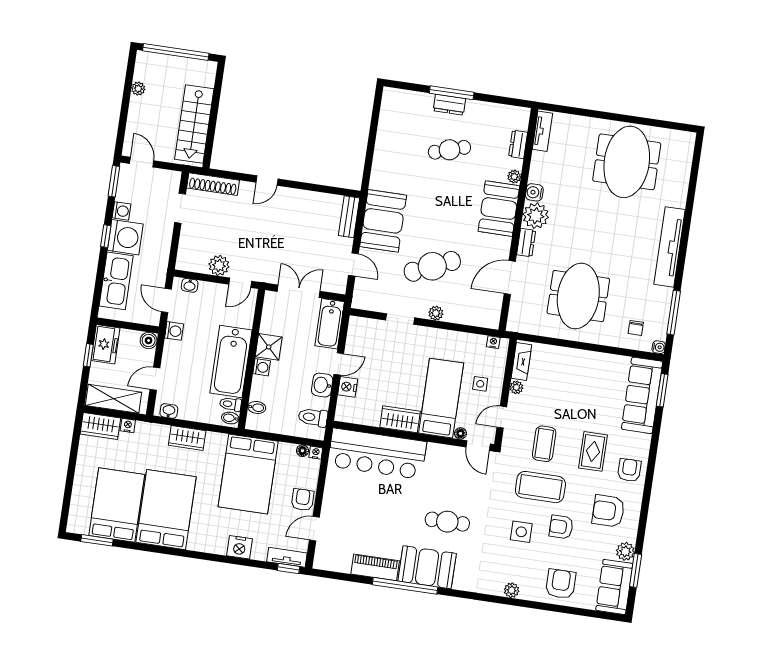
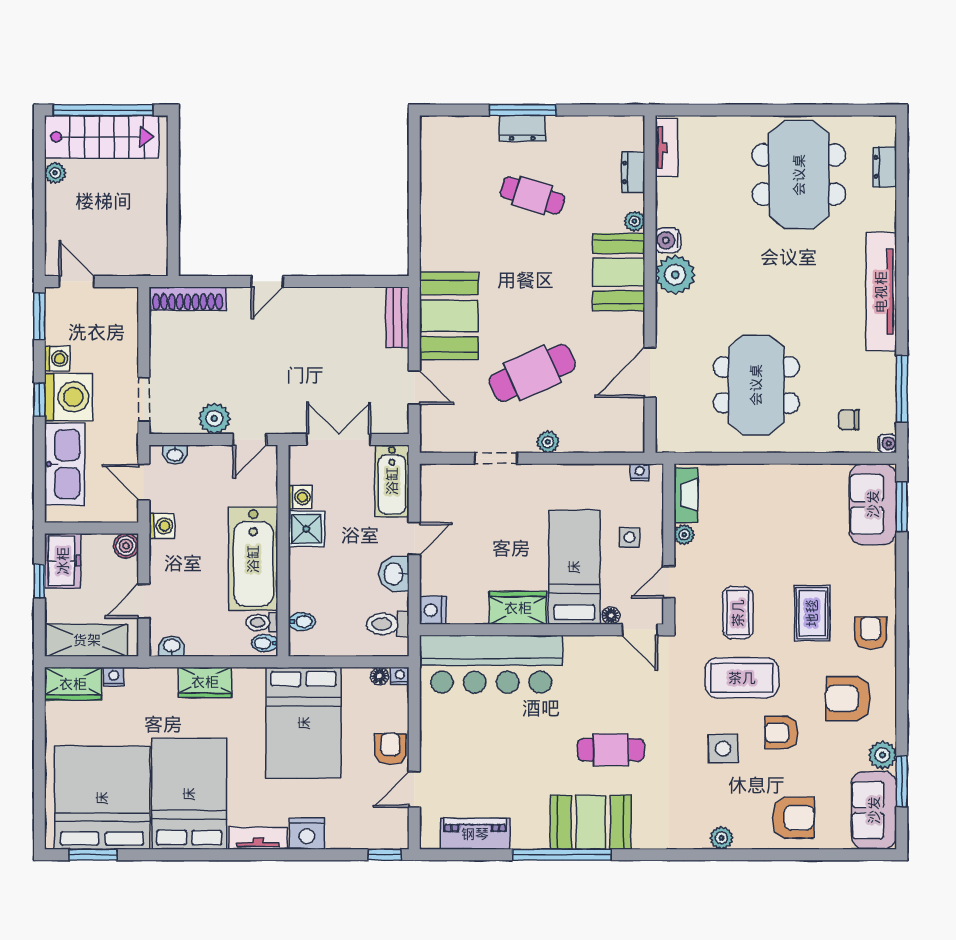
stairs: (194, 124) -> (102, 137), moved, turned -90
cafe table: (449, 150) -> (532, 195), turned 36
doorway: (180, 208) -> (144, 399), moved
dresser: (526, 243) -> (885, 167), moved, turned 180
chair: (636, 328) -> (849, 420), turned 90
washing machine: (262, 367) -> (300, 497), moved
nightstand: (348, 387) -> (433, 610), moved
sofa: (642, 395) -> (873, 504), width x0.73
bed: (117, 505) -> (102, 798), width x1.36
tv unit: (287, 557) -> (258, 838), moved
piano: (375, 567) -> (475, 834), moved
armchair: (561, 584) -> (793, 818), turned 90

